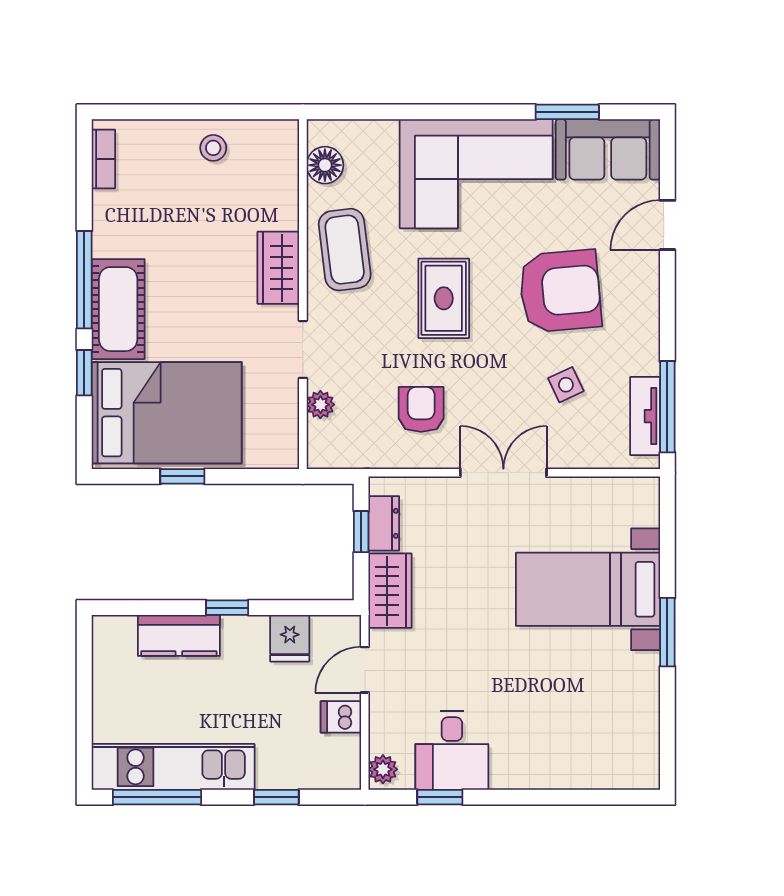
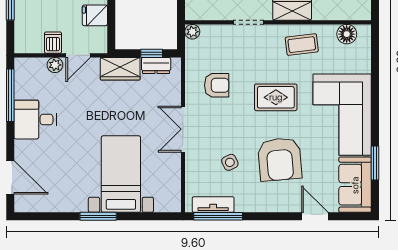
coffee table: (345, 250) -> (302, 45), width x0.73, depth x0.77
plant: (320, 405) -> (192, 32), moved
double door: (503, 473) -> (183, 129), swing flipped
door: (365, 670) -> (78, 55), swing flipped
desk: (452, 750) -> (35, 120), moved
plant: (383, 769) -> (55, 65), moved
window: (440, 797) -> (10, 95), width x2.17
door: (594, 797) -> (10, 177), added

